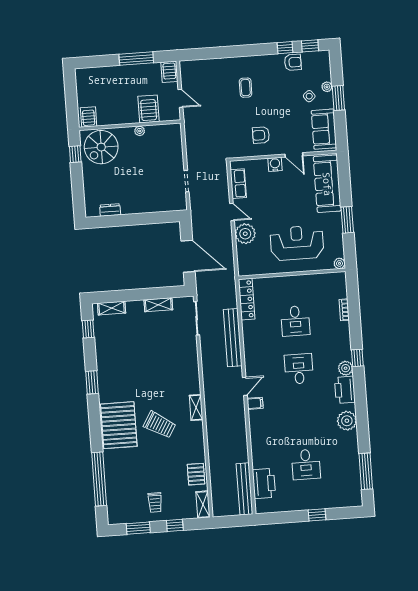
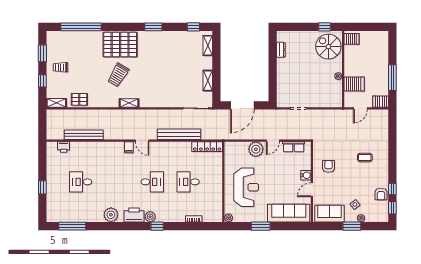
printer: (264, 483) -> (64, 147), width x0.53, depth x0.68
bench: (245, 489) -> (84, 135), moved

